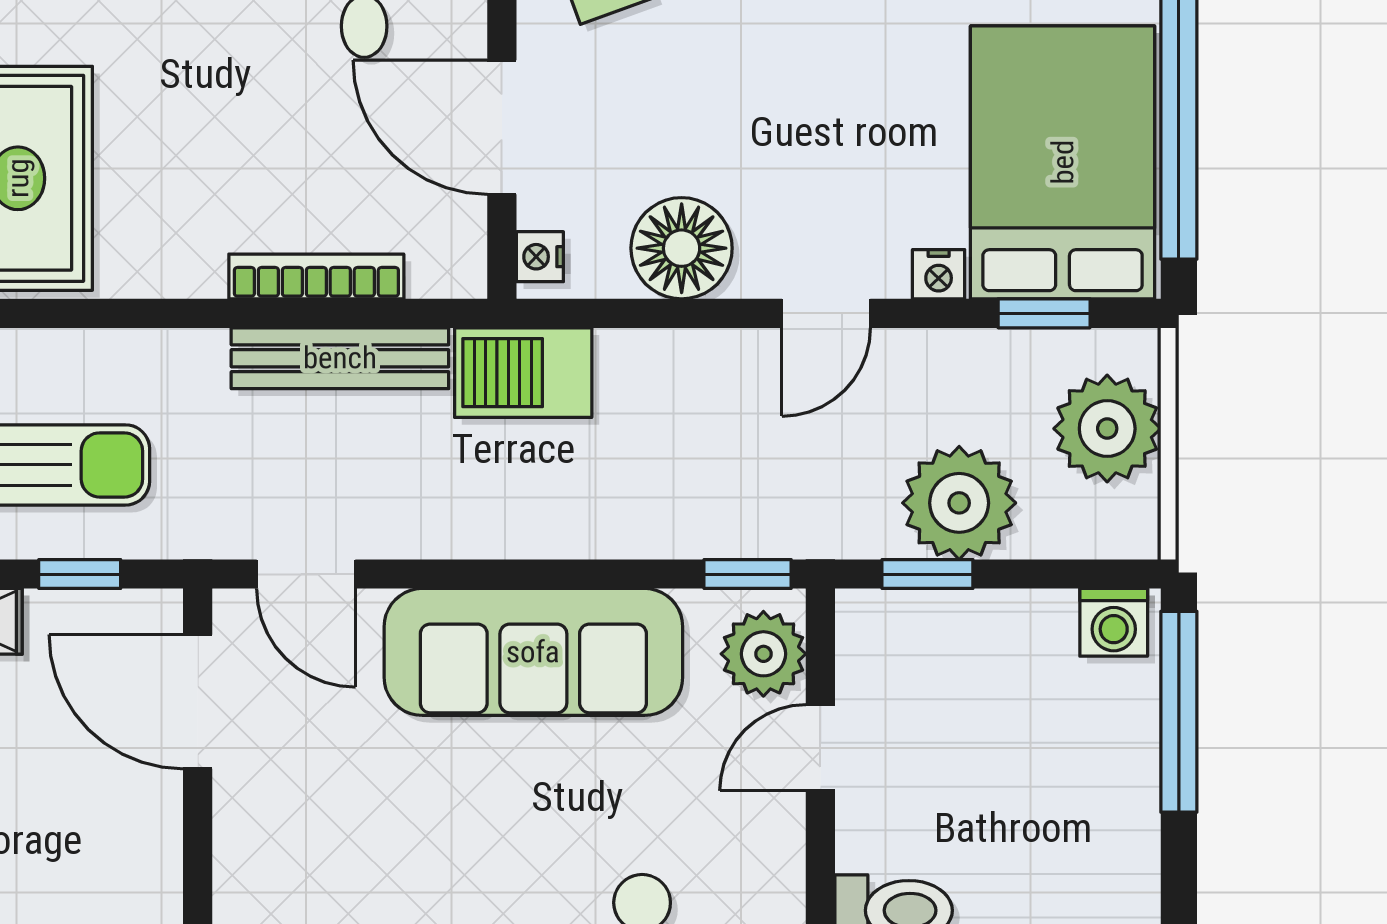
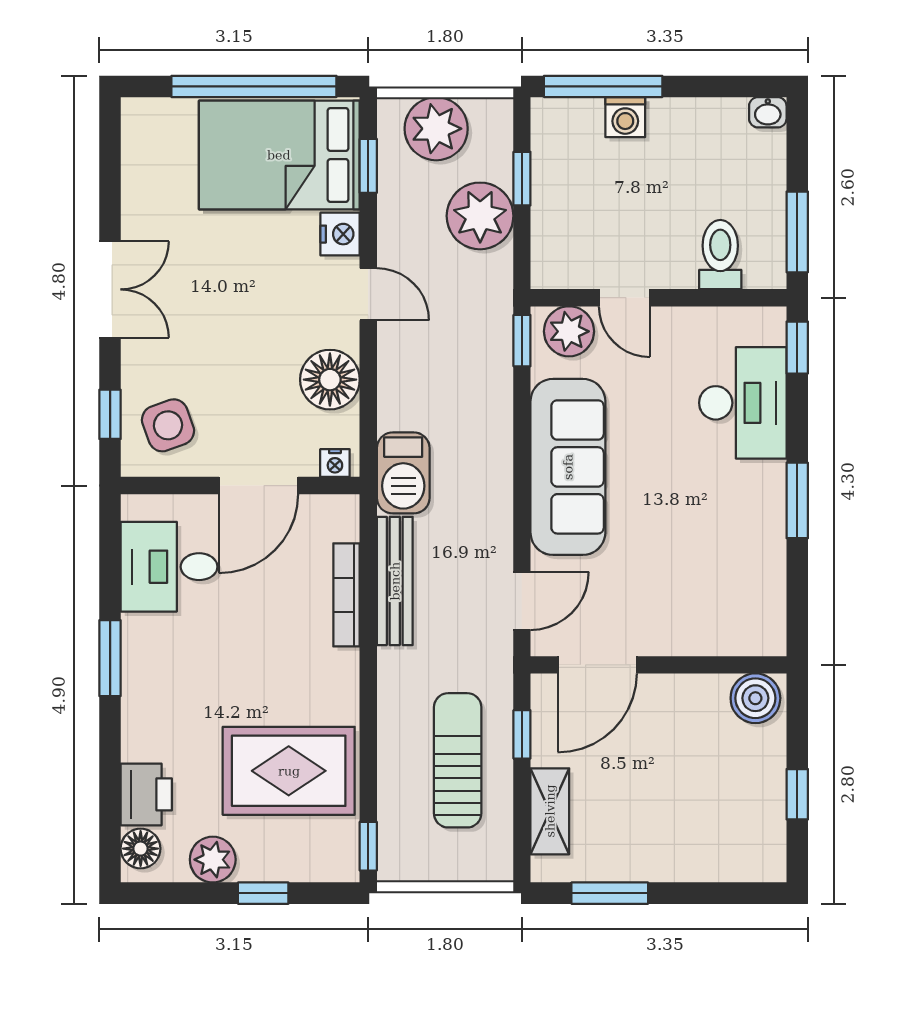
nightstand: (939, 274) -> (340, 234), width x1.39, depth x1.35
window: (927, 574) -> (522, 179), moved
washing machine: (1114, 622) -> (625, 117), moved, turned 90

